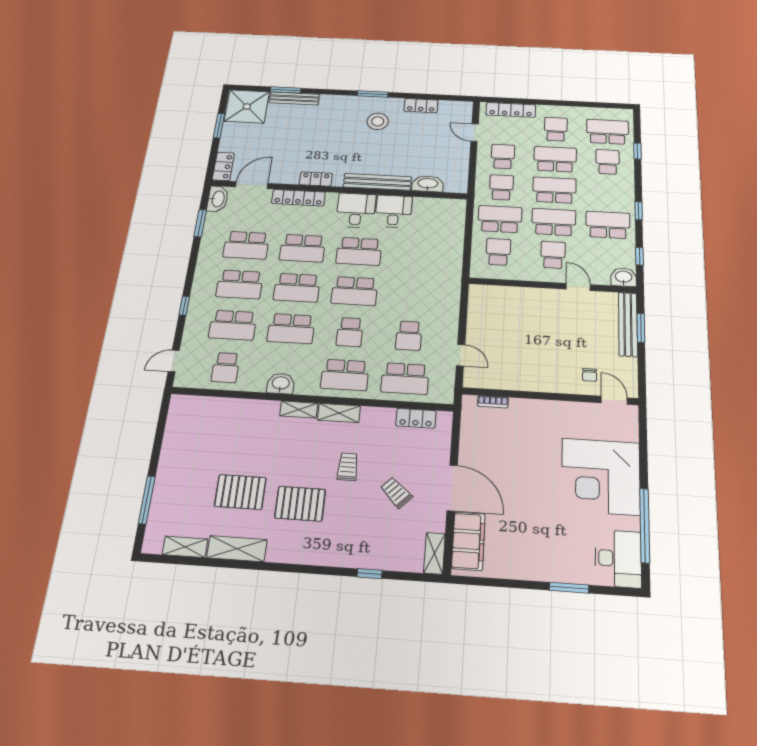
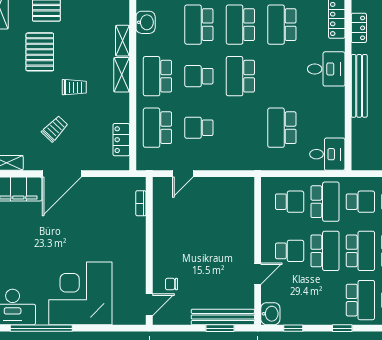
washbasin: (428, 184) -> (360, 133), removed
desk: (394, 211) -> (327, 154), moved
school desk: (608, 225) -> (360, 300), moved
school desk: (359, 251) -> (282, 128), moved

